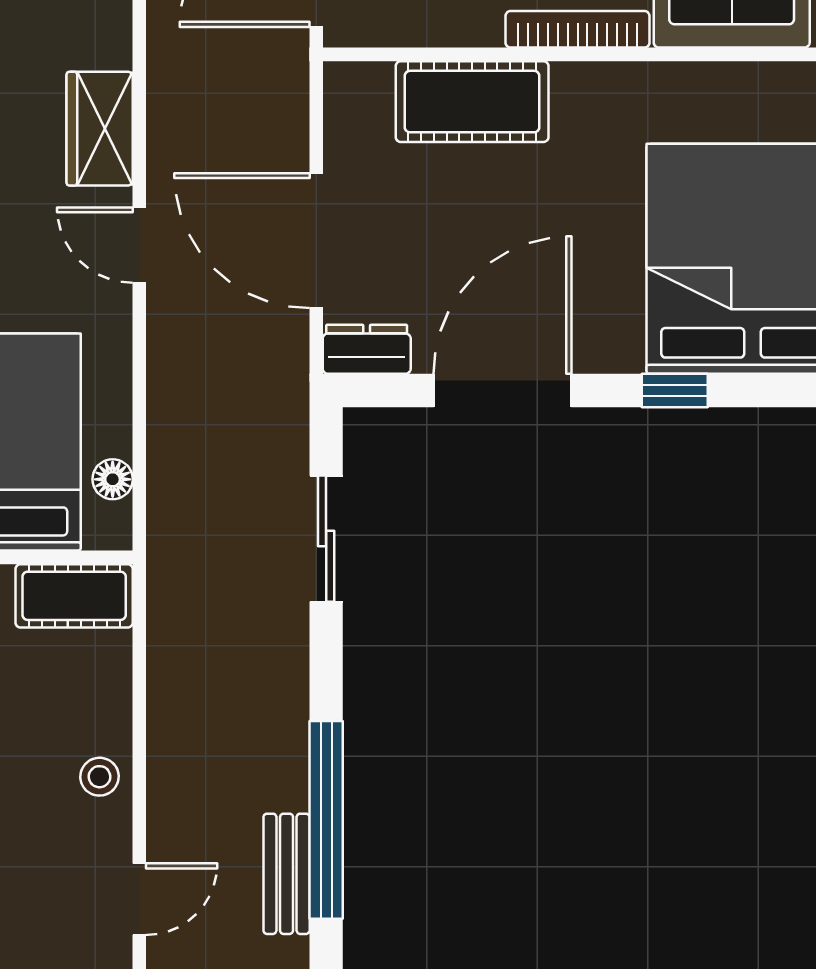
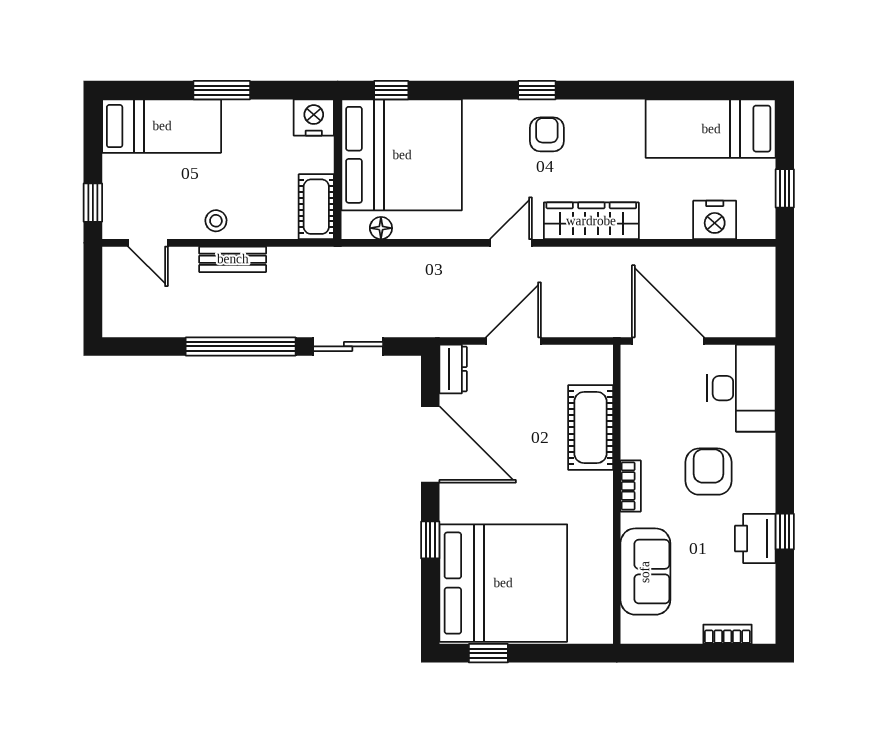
bookcase: (578, 29) -> (631, 486), width x0.64
wardrobe: (100, 129) -> (591, 221), width x1.50
door: (316, 241) -> (513, 341), width x0.73
window: (326, 820) -> (241, 346), moved
bench: (287, 874) -> (233, 259), moved

